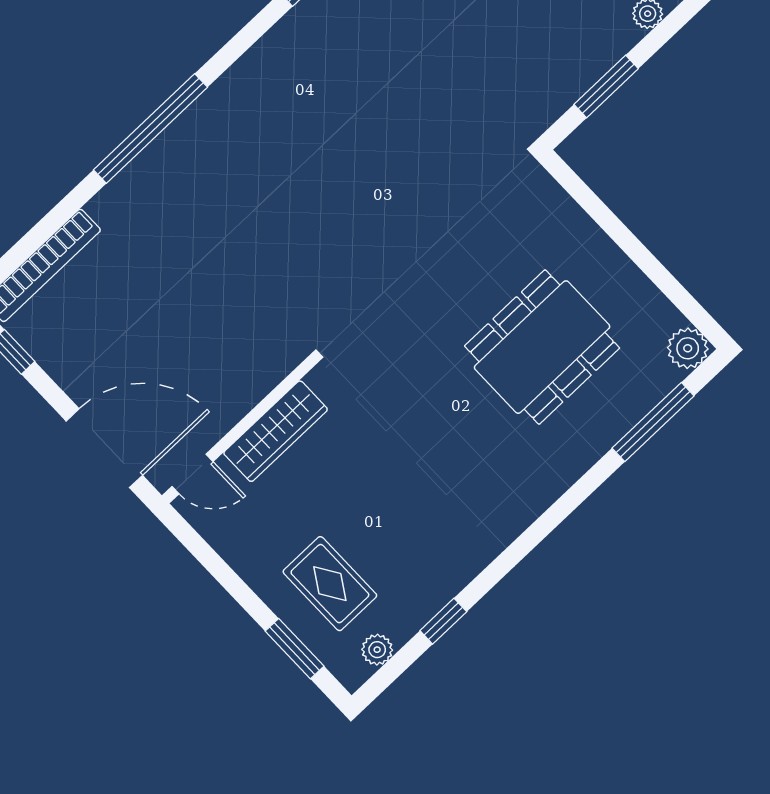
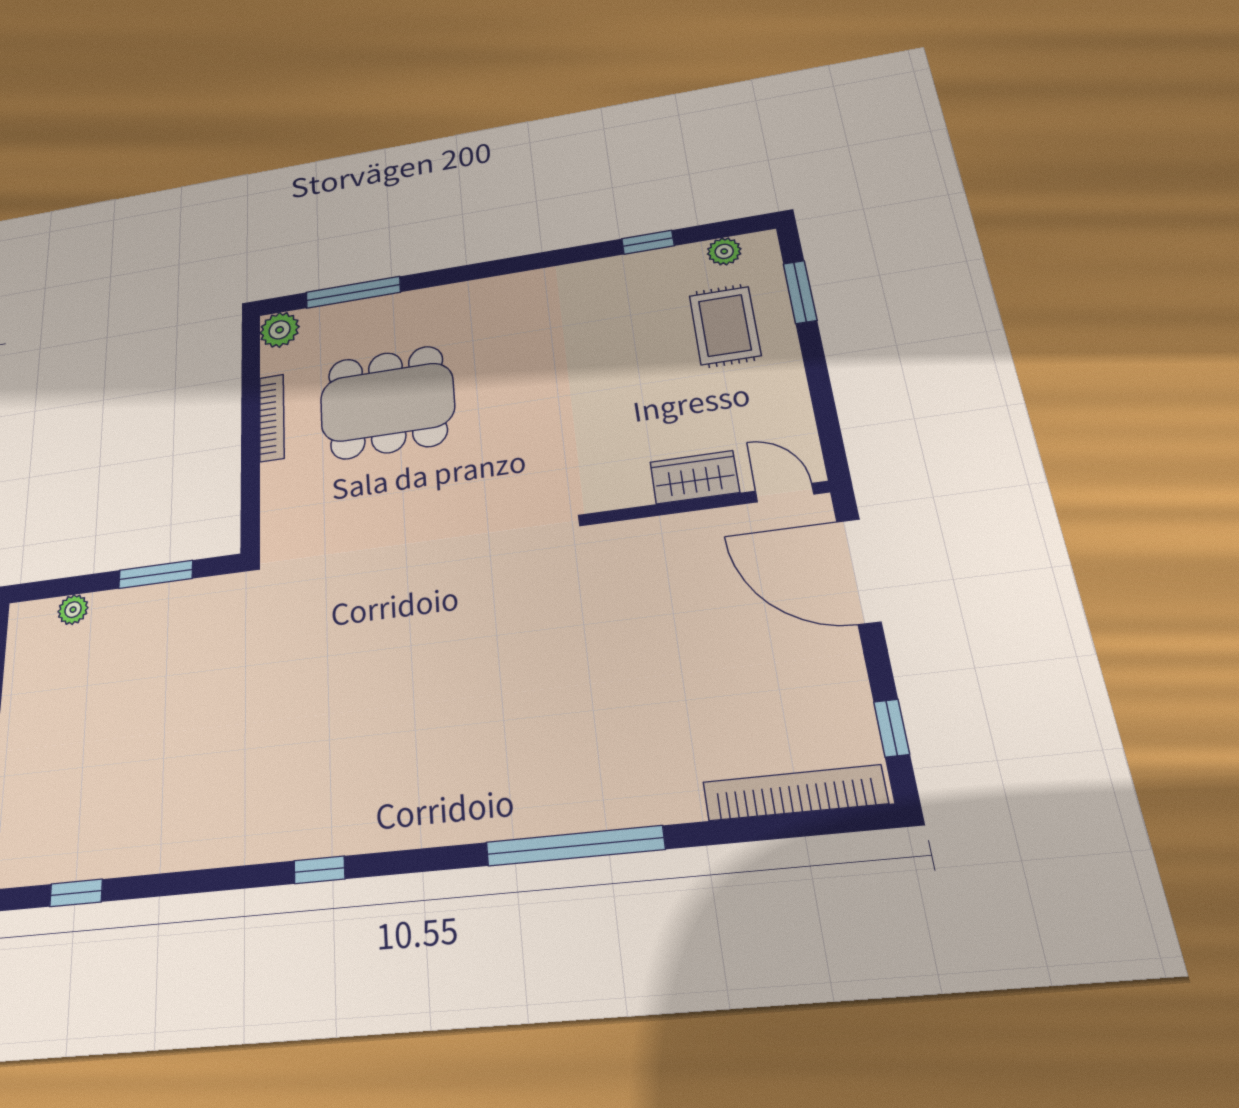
bookcase: (626, 271) -> (272, 418), added
wardrobe: (276, 431) -> (695, 477), width x0.67

